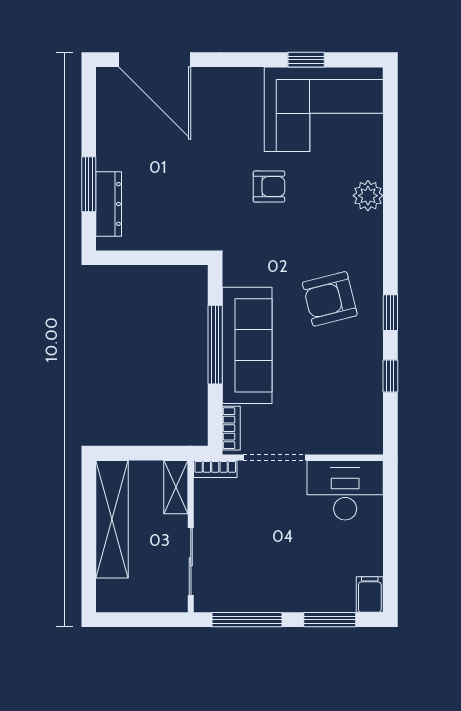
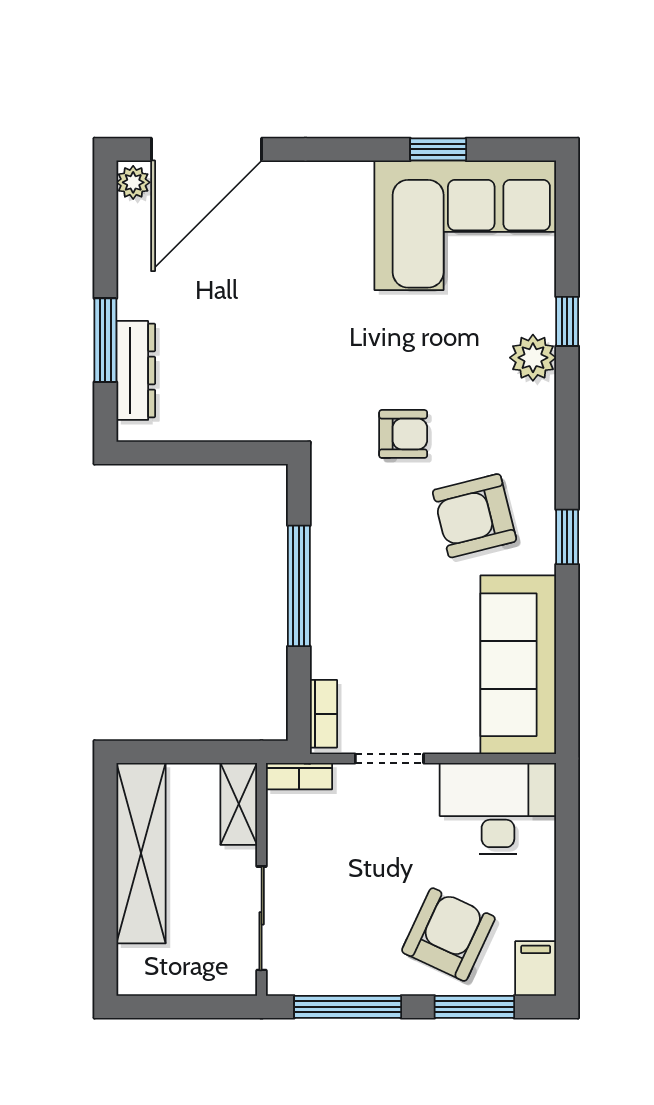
door: (155, 60) -> (206, 149), hinge flipped
plant: (107, 81) -> (133, 182), added
armchair: (269, 187) -> (403, 434), moved
sofa: (247, 345) -> (518, 665), moved, turned 180
window: (390, 376) -> (567, 321), moved
doorway: (274, 457) -> (389, 758), width x0.73
armchair: (313, 572) -> (448, 935), added

